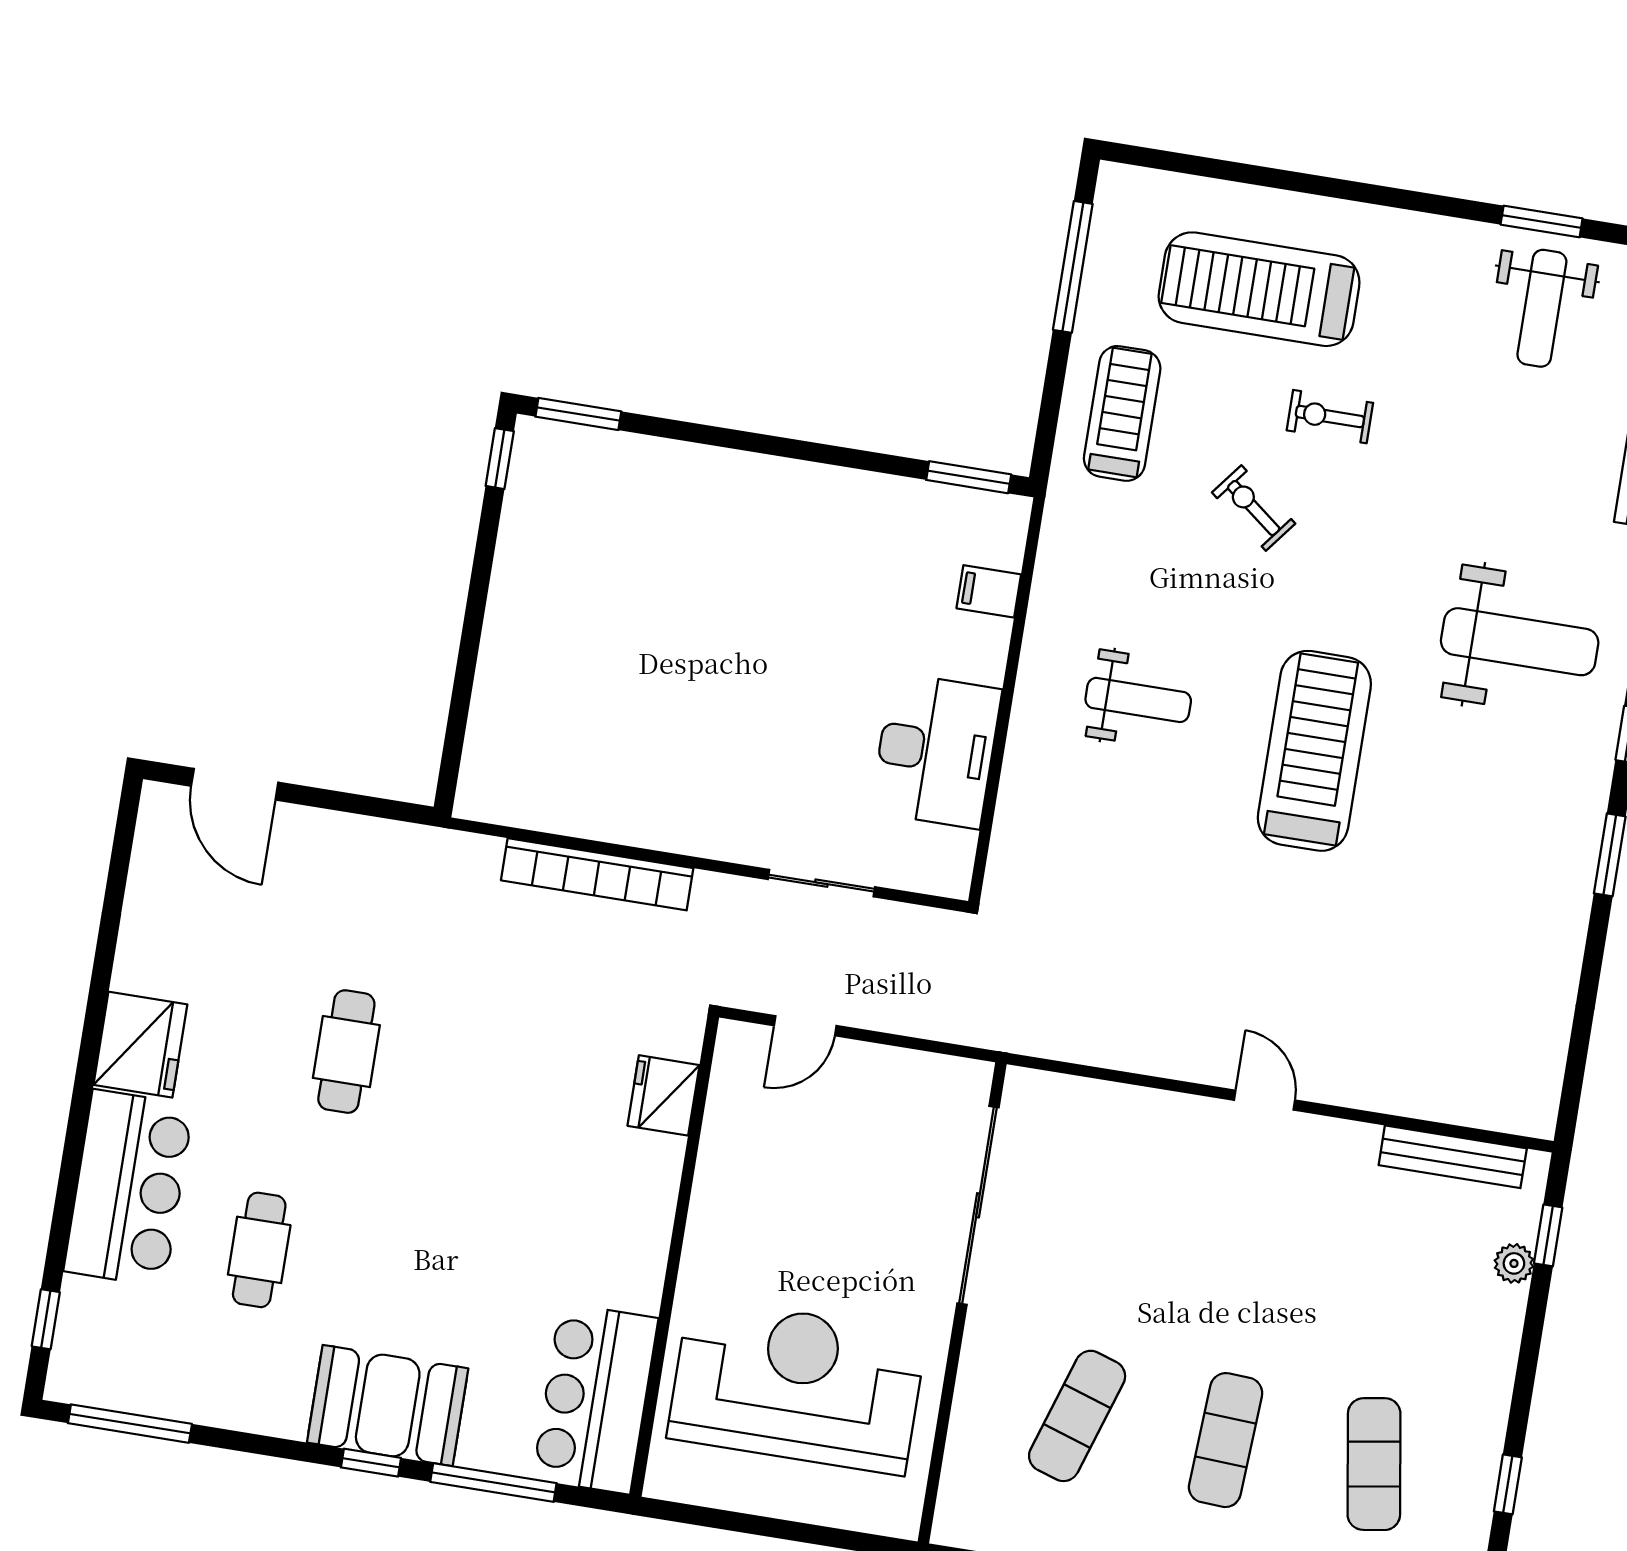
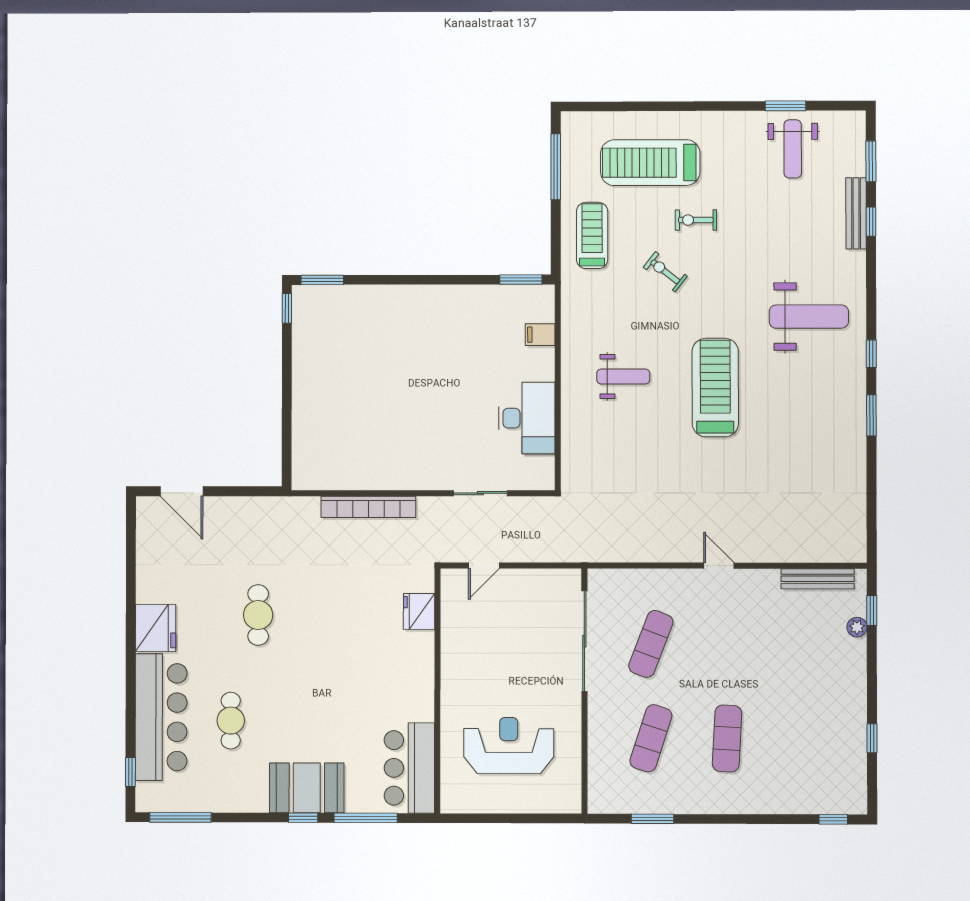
bar counter: (129, 1188) -> (161, 717), width x1.36
reception desk: (797, 1386) -> (509, 746), width x0.74, depth x0.77
exercise mat: (1374, 1464) -> (651, 644), moved, turned 30

